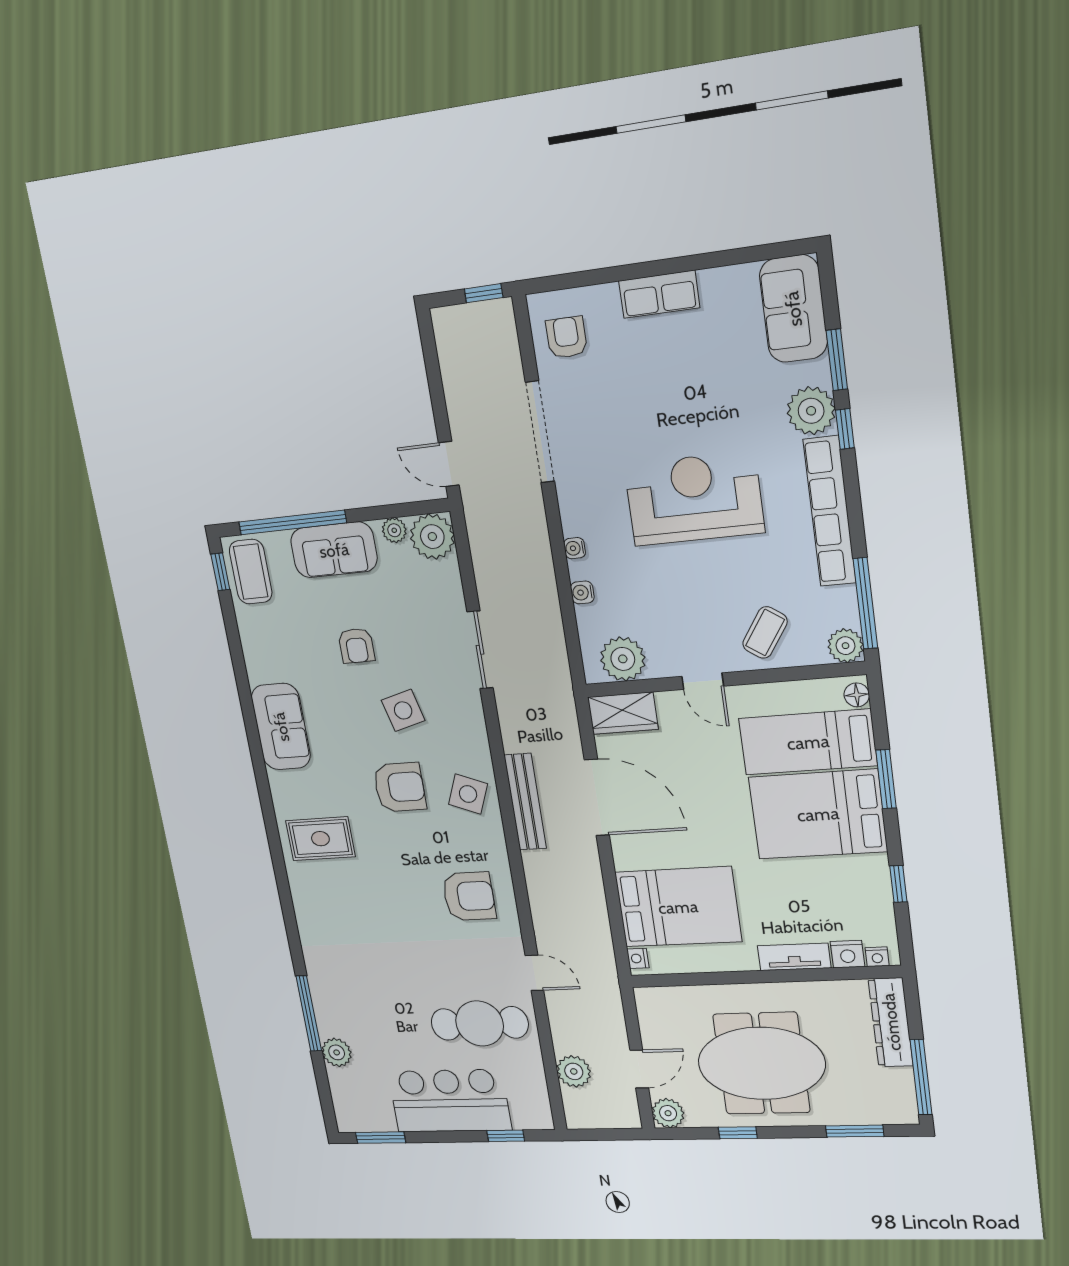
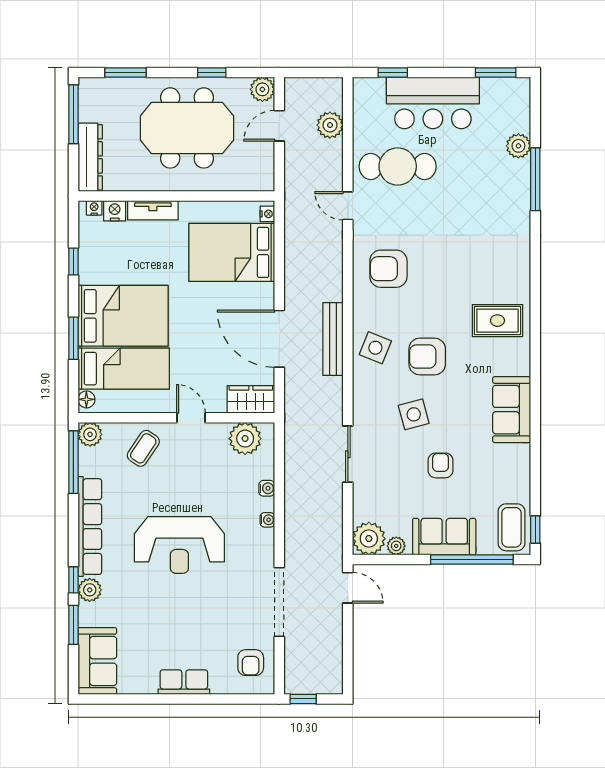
plant: (811, 411) -> (90, 590), width x0.73, depth x0.73

